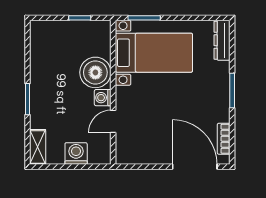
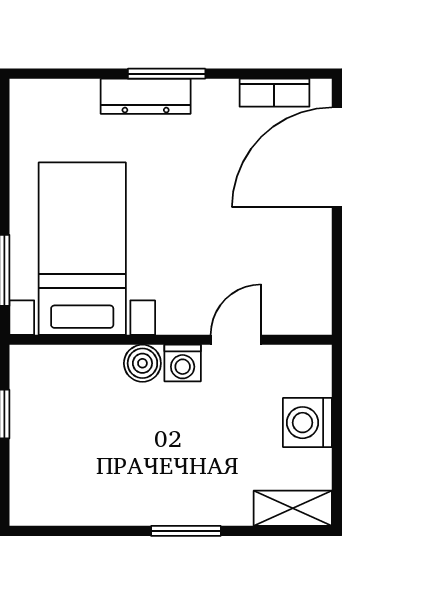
dresser: (222, 40) -> (146, 96), moved
boiler: (95, 72) -> (142, 363), width x0.54, depth x0.54
door: (113, 121) -> (236, 340), swing flipped

